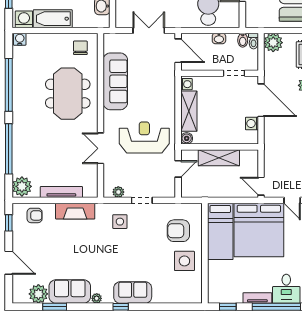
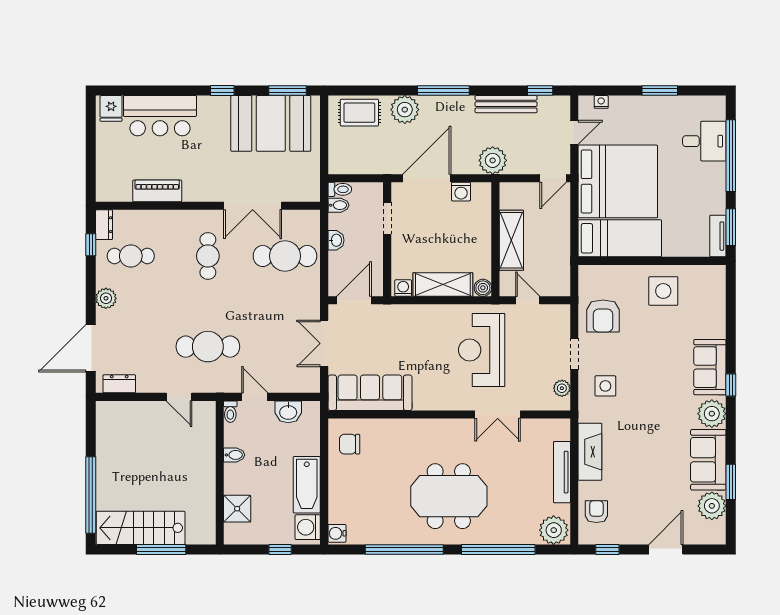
plant: (273, 43) -> (493, 160), moved
sofa: (115, 81) -> (370, 393), moved
meeting table: (68, 94) -> (449, 496), moved
armchair: (178, 231) -> (603, 316), moved
plant: (97, 298) -> (712, 414), width x1.87, depth x1.87
tv unit: (257, 298) -> (718, 236), moved
window: (228, 307) -> (731, 227), width x1.50

